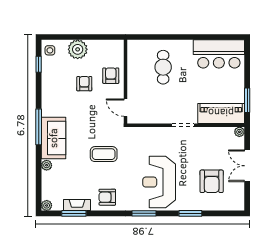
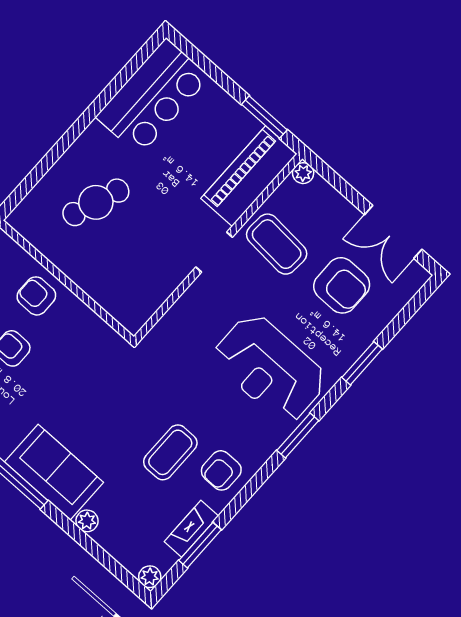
cafe table: (163, 67) -> (96, 202), turned -70
door: (125, 108) -> (107, 317), removed
coffee table: (206, 145) -> (277, 244), added
coffee table: (104, 154) -> (170, 452), moved
double door: (247, 166) -> (393, 232), moved

